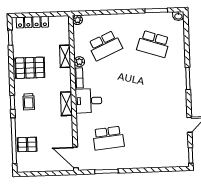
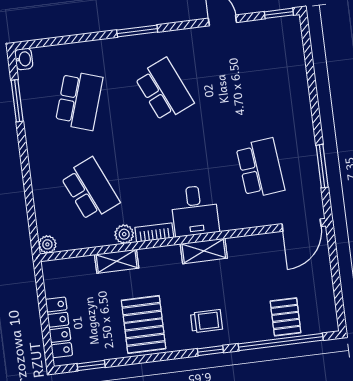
school desk: (155, 90) -> (164, 90), added

